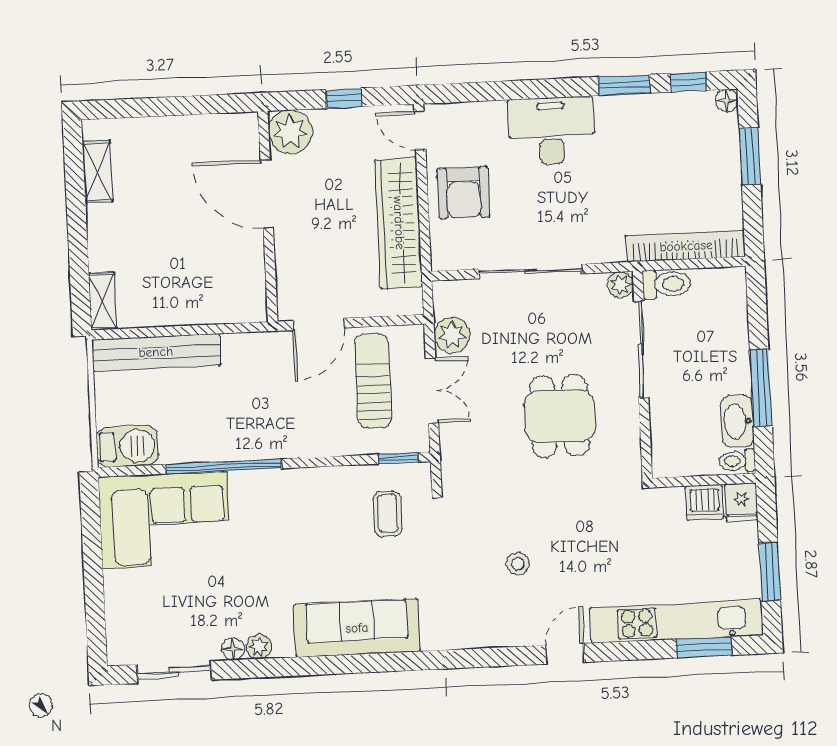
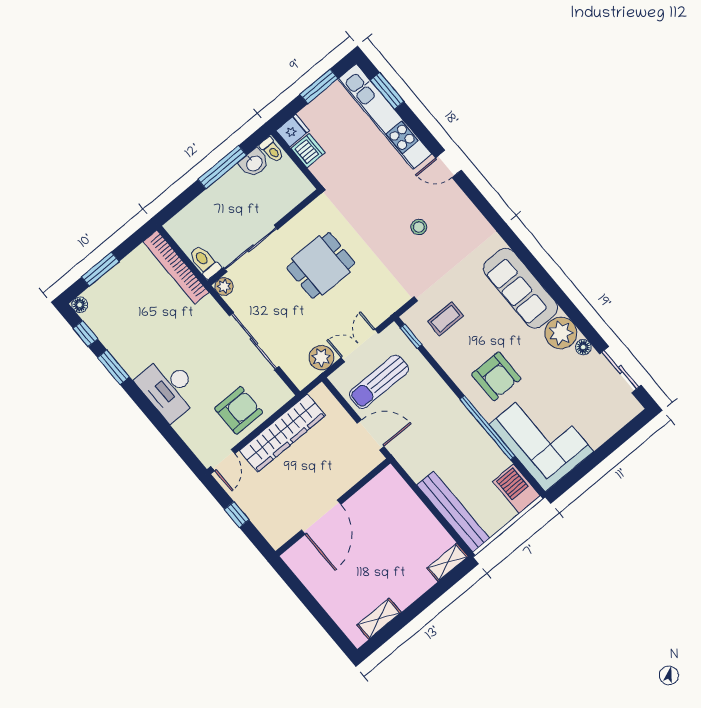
plant: (290, 132) -> (277, 530), removed
washbasin: (737, 421) -> (254, 163), width x0.72
armchair: (276, 522) -> (496, 376), added
plant: (259, 647) -> (561, 333), width x1.87, depth x1.87

